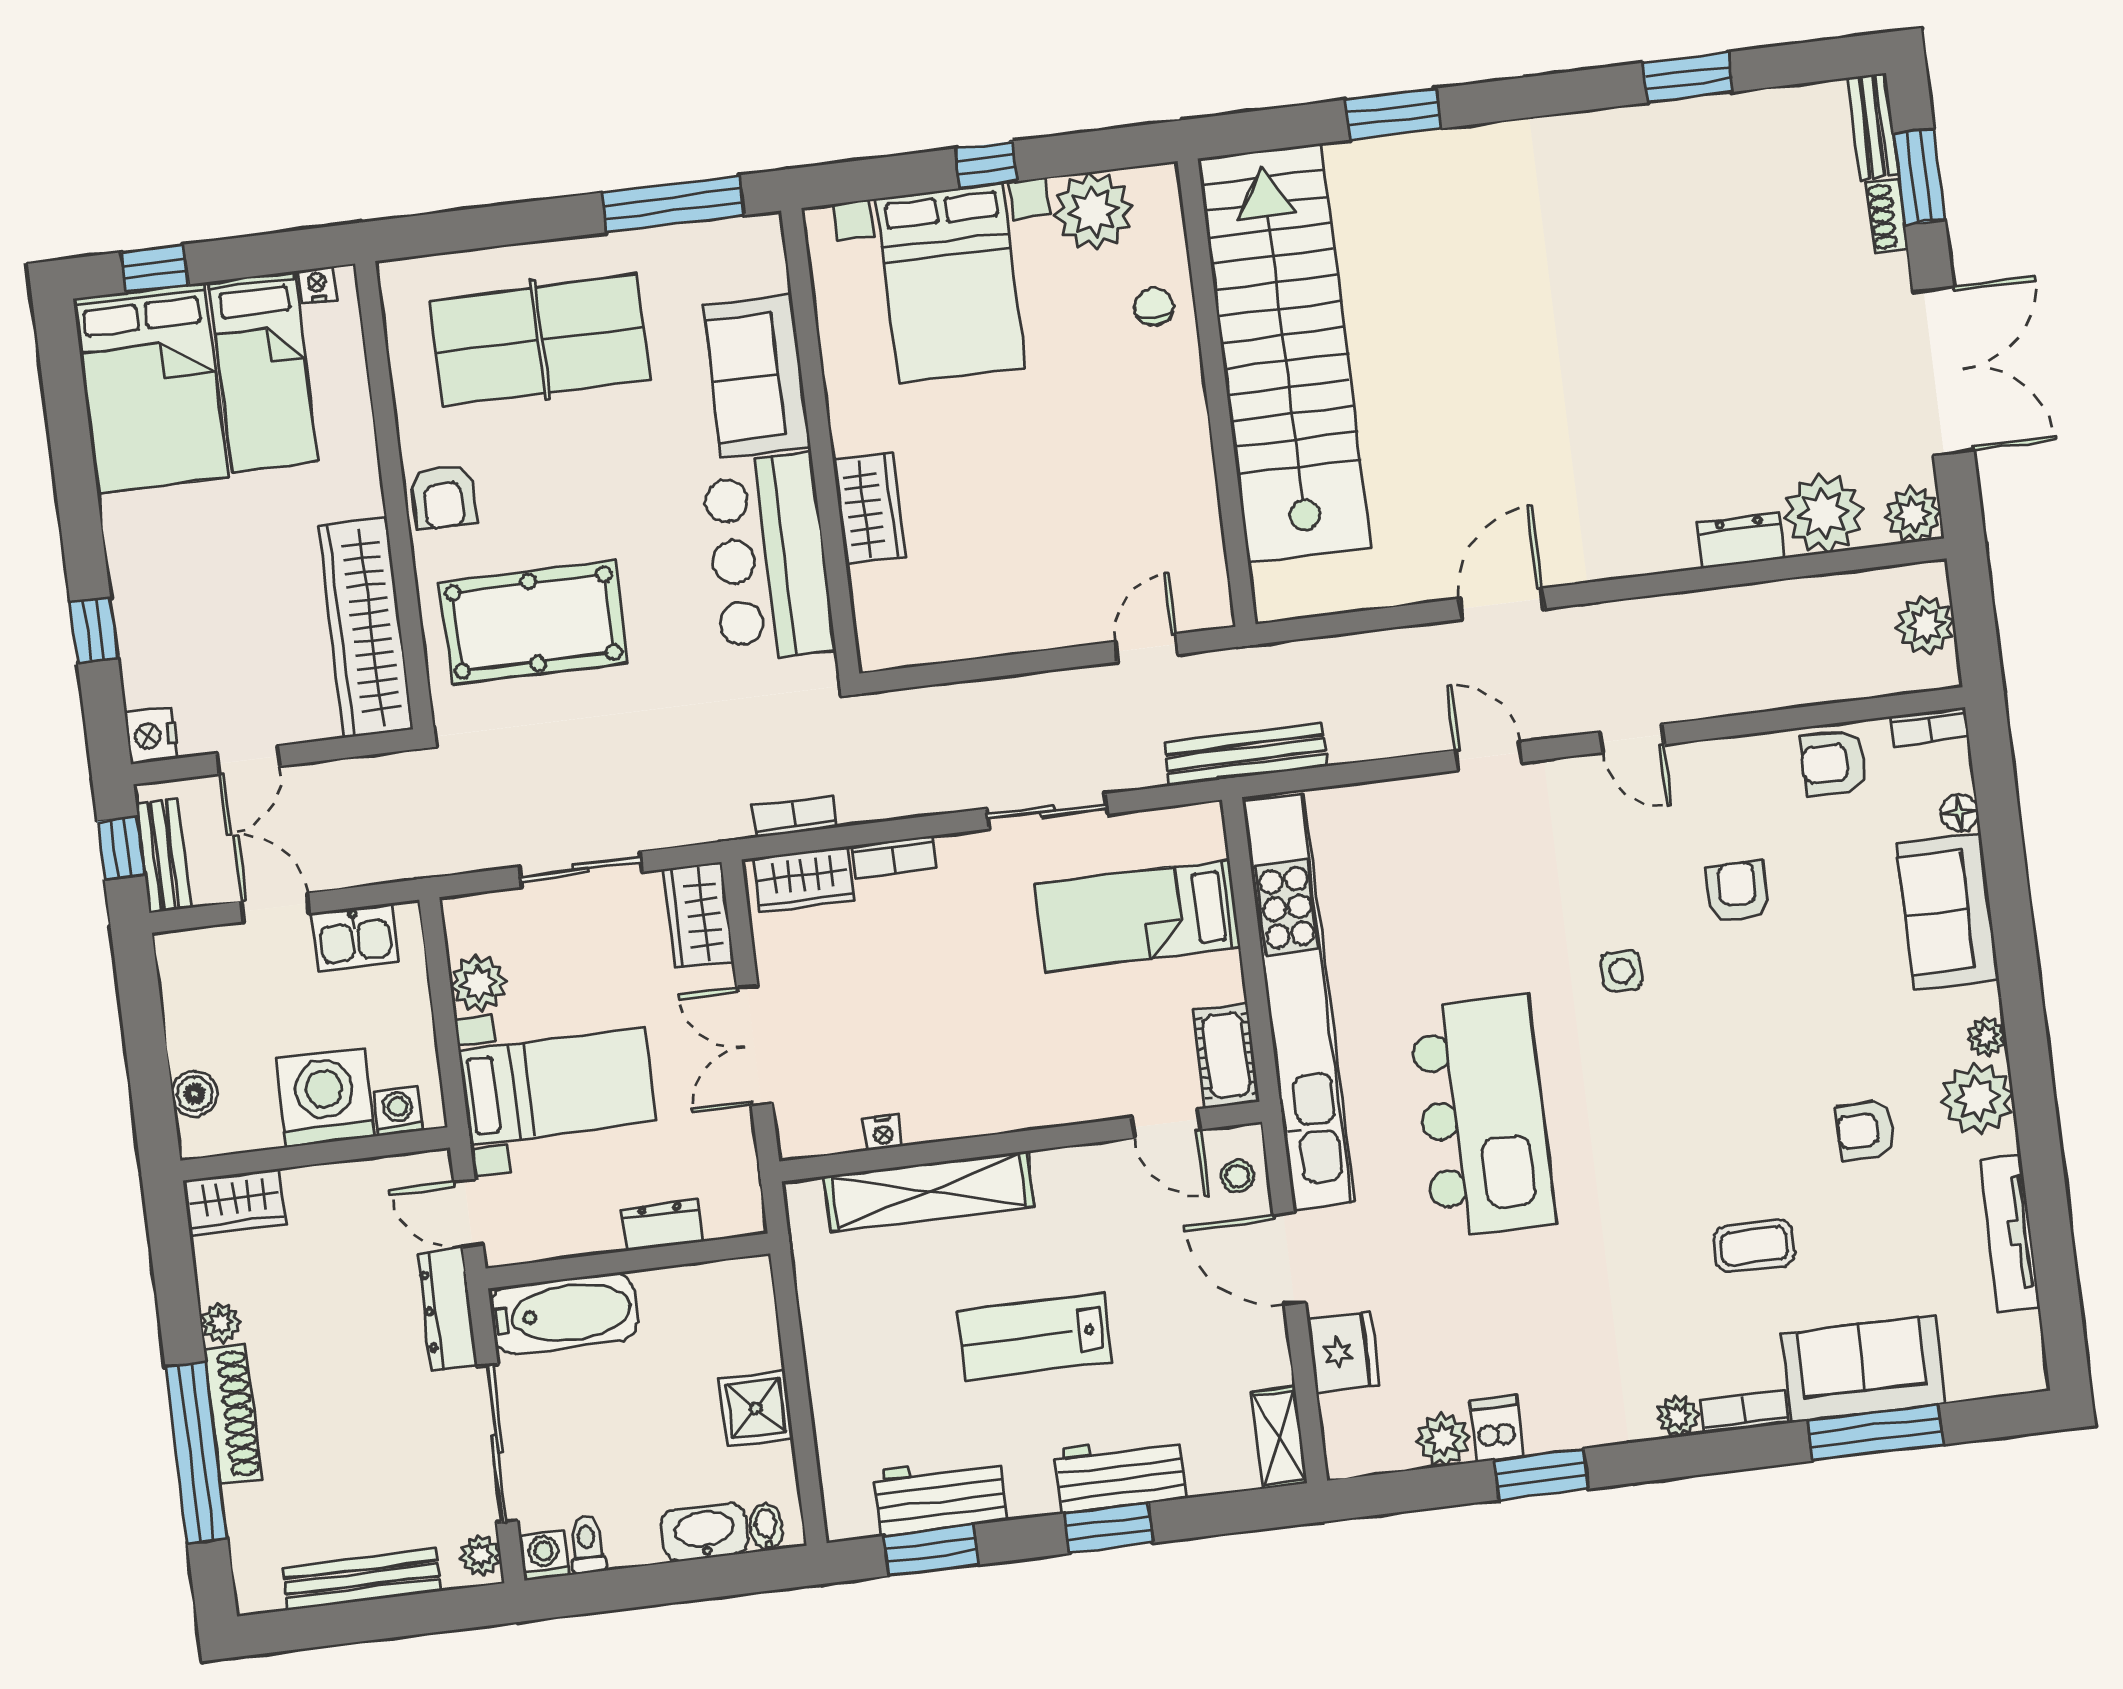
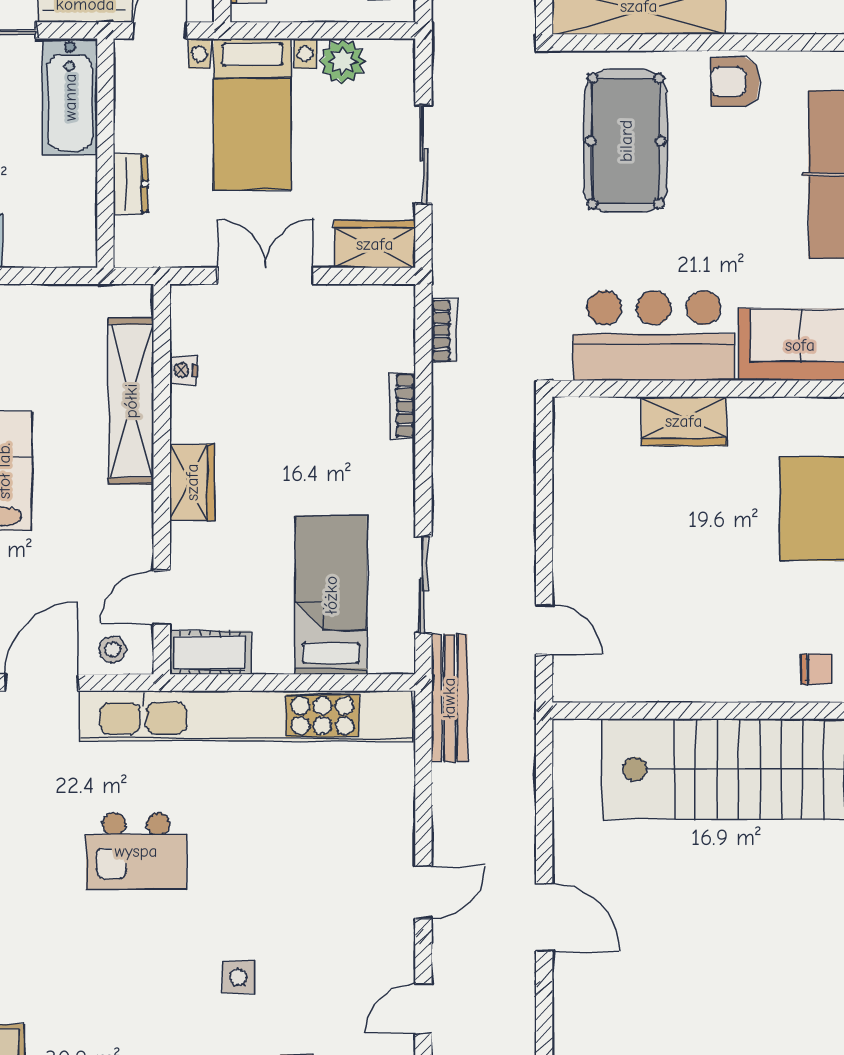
sliding door: (1047, 811) -> (423, 585), moved
wardrobe: (803, 879) -> (192, 482), moved, turned 180
kitchen island: (1482, 1116) -> (136, 851), width x0.54, depth x0.78

